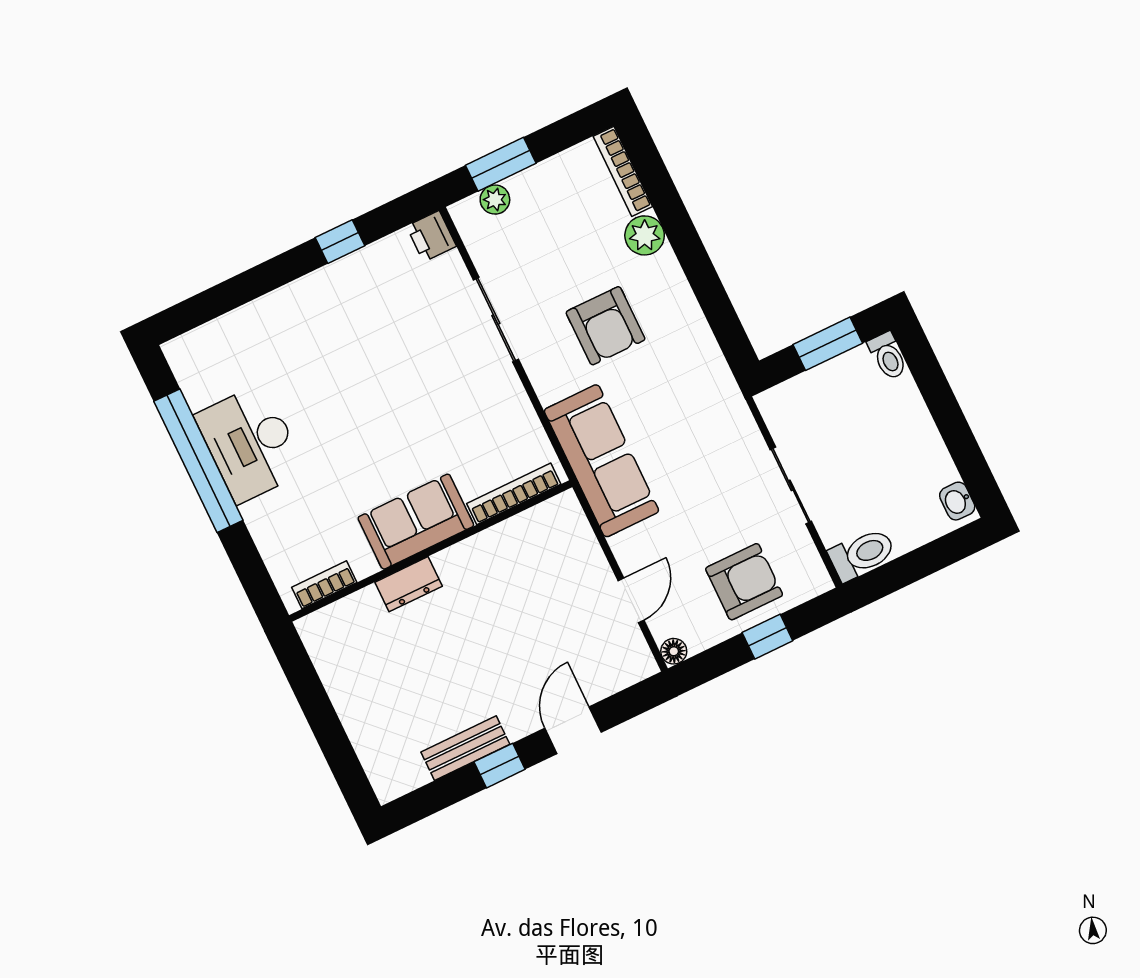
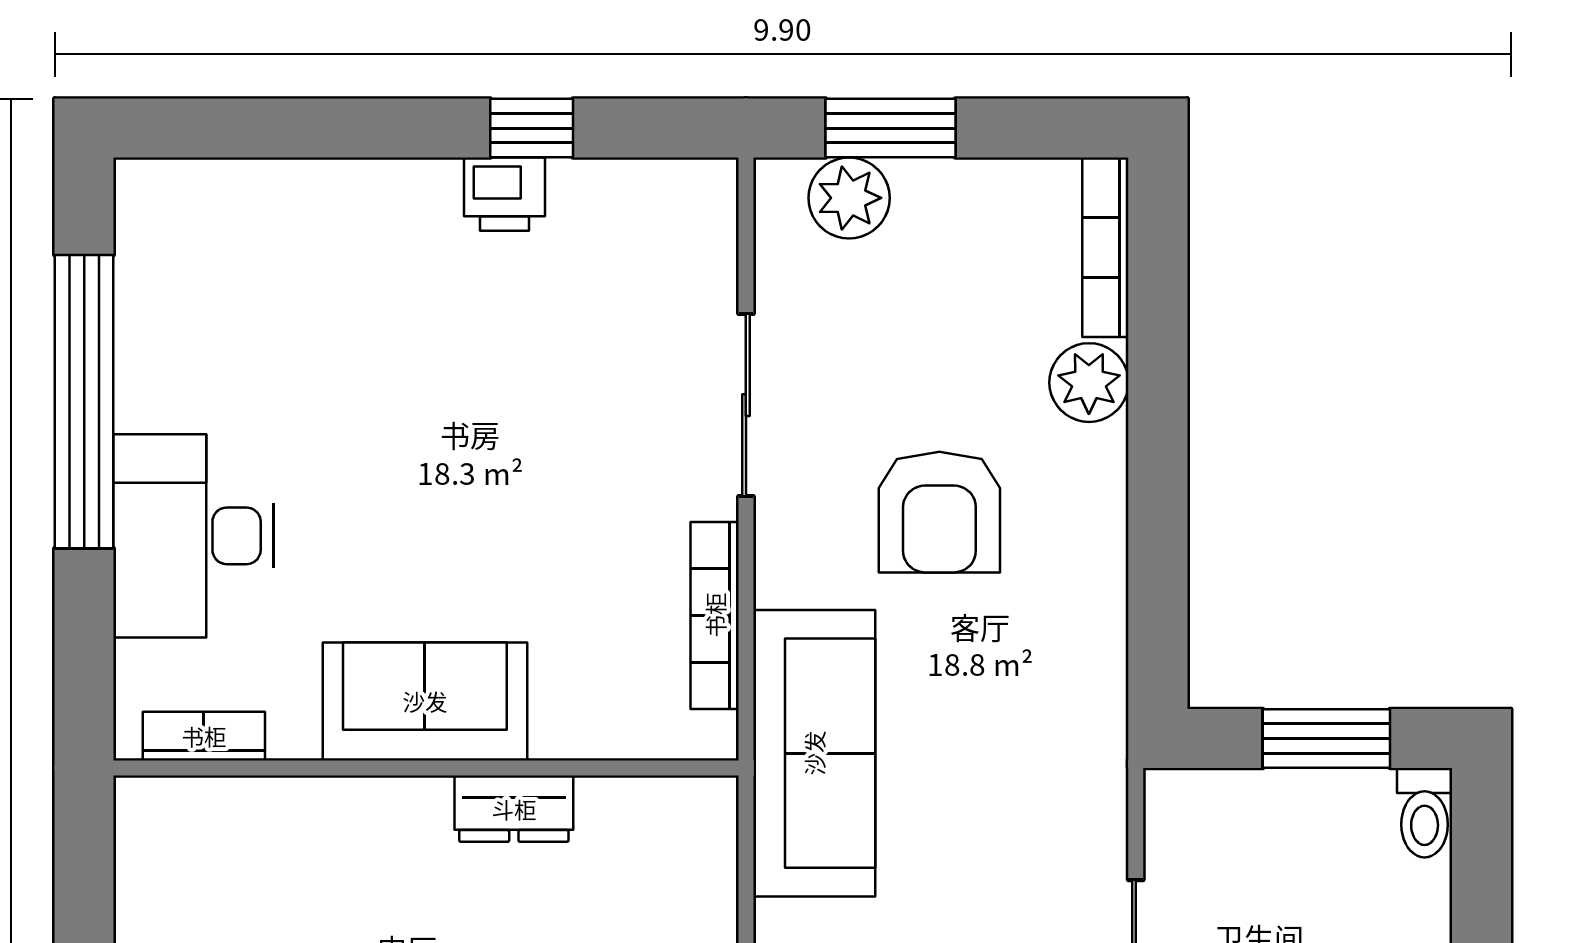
plant: (495, 200) -> (849, 198), width x1.38, depth x1.38
printer: (431, 236) -> (504, 194), moved, turned -90
desk: (250, 443) -> (193, 536), moved
bookcase: (514, 494) -> (715, 615), moved, turned -90
dresser: (409, 584) -> (514, 809), moved

